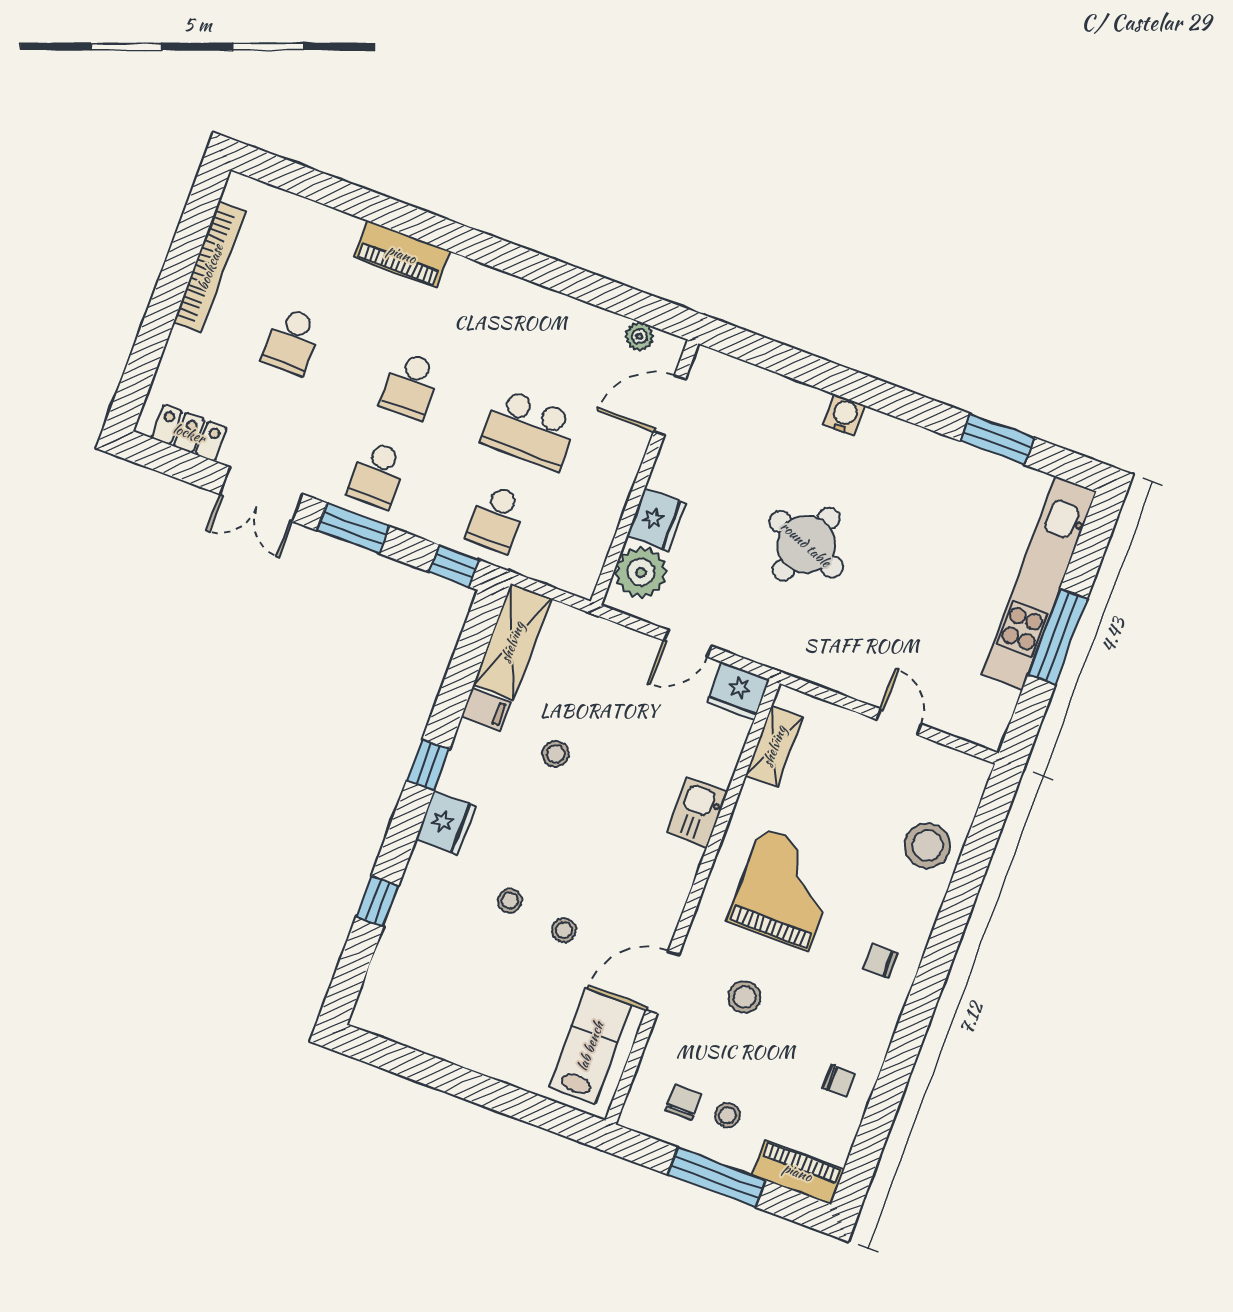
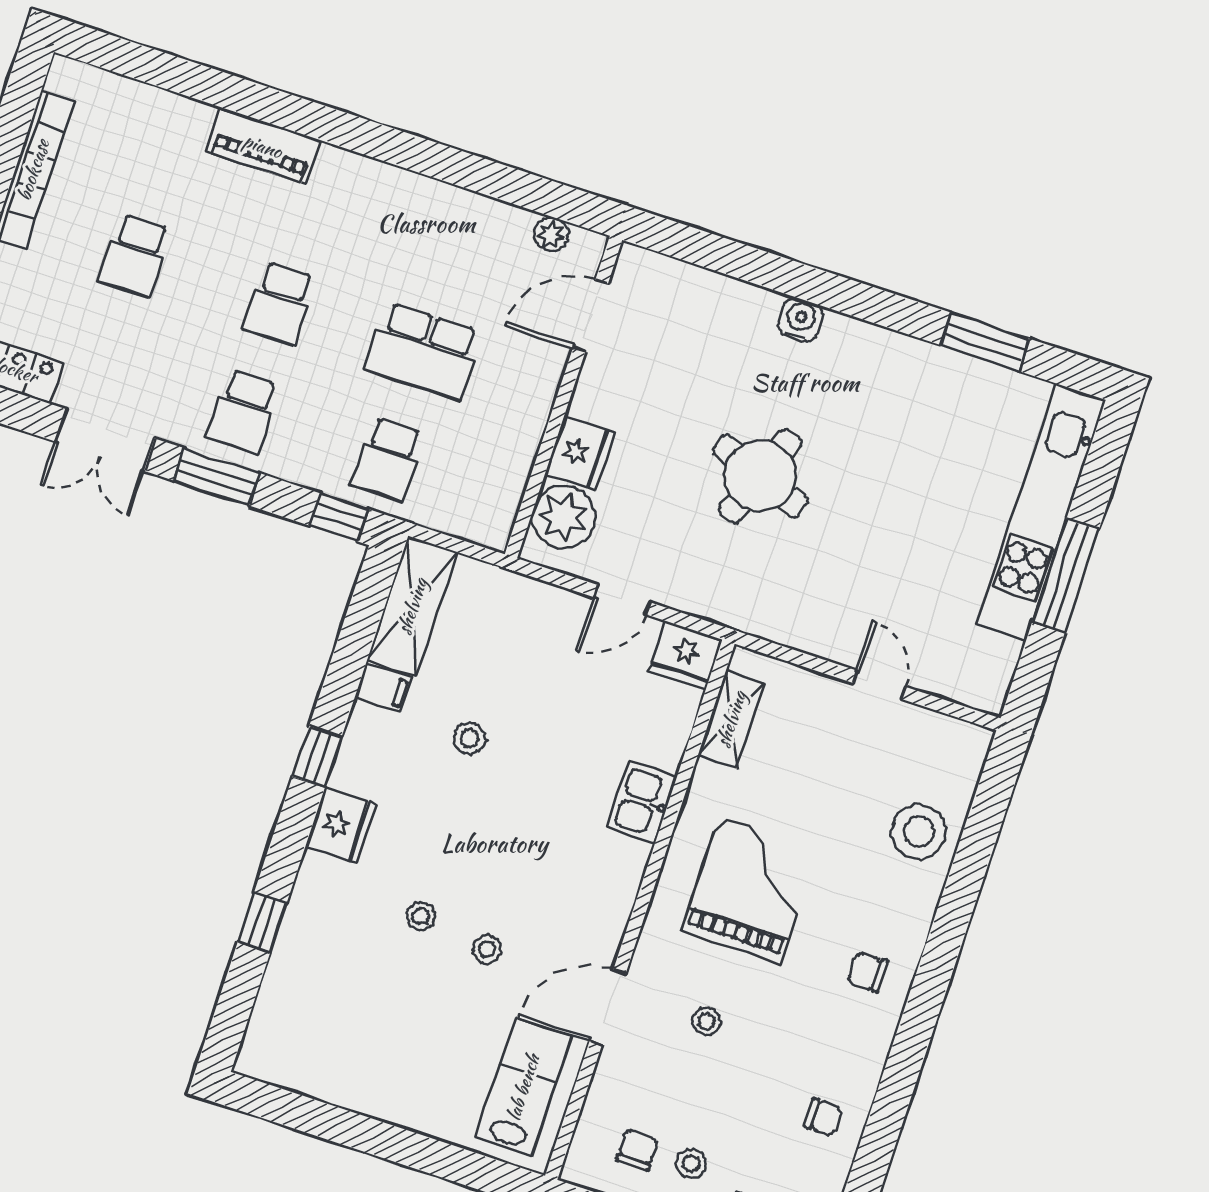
stool: (745, 997) -> (706, 1021), width x0.73, depth x0.73

